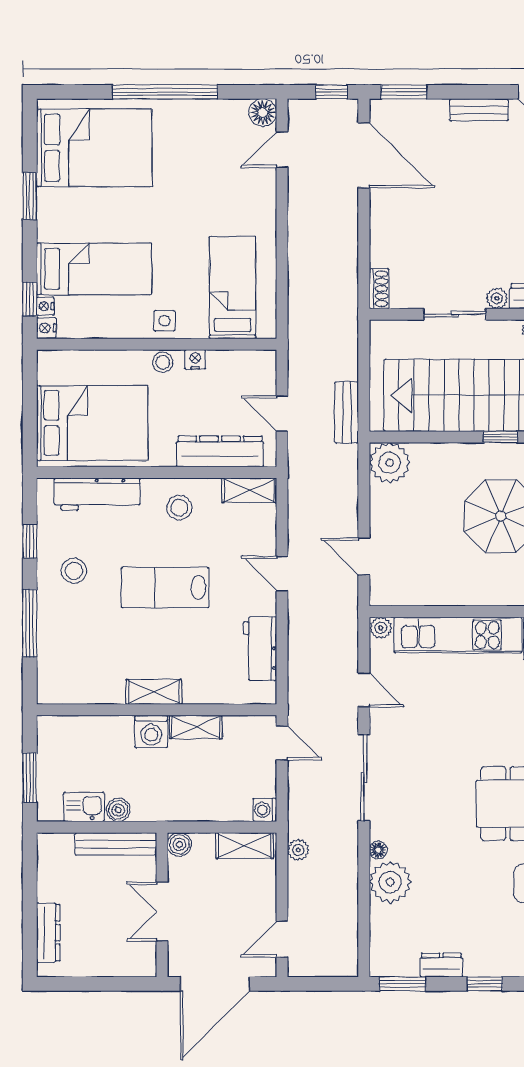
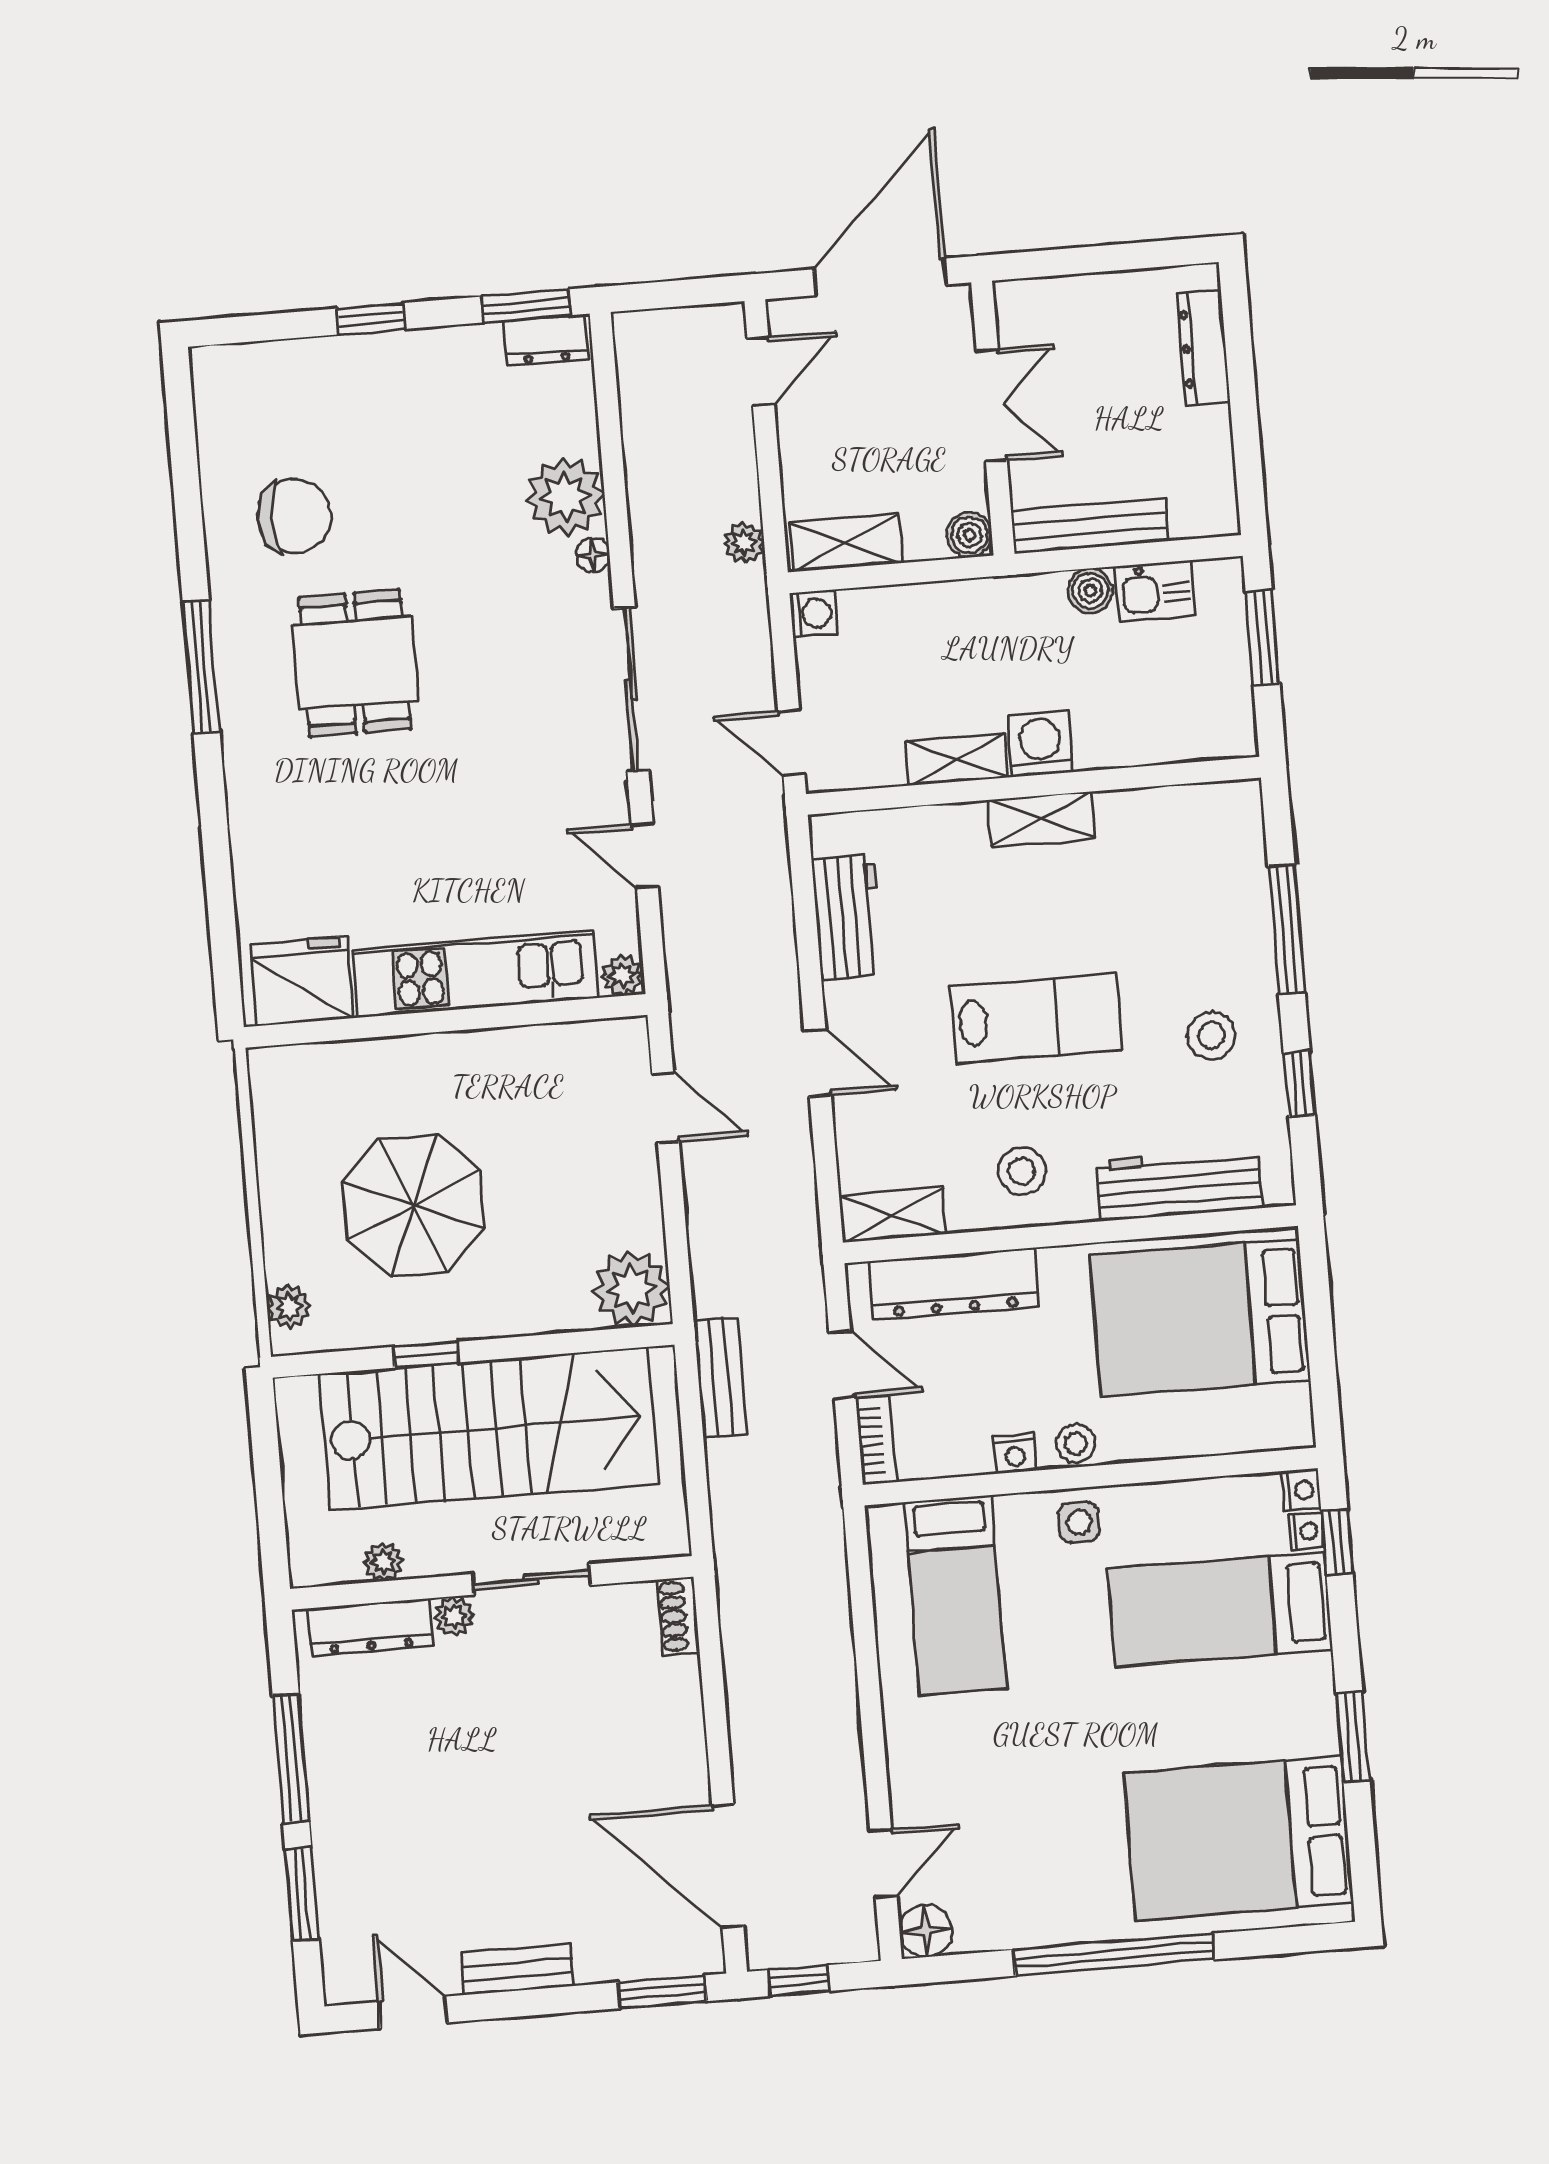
bookcase: (267, 372) -> (876, 1440), added
dresser: (441, 965) -> (546, 340), moved

